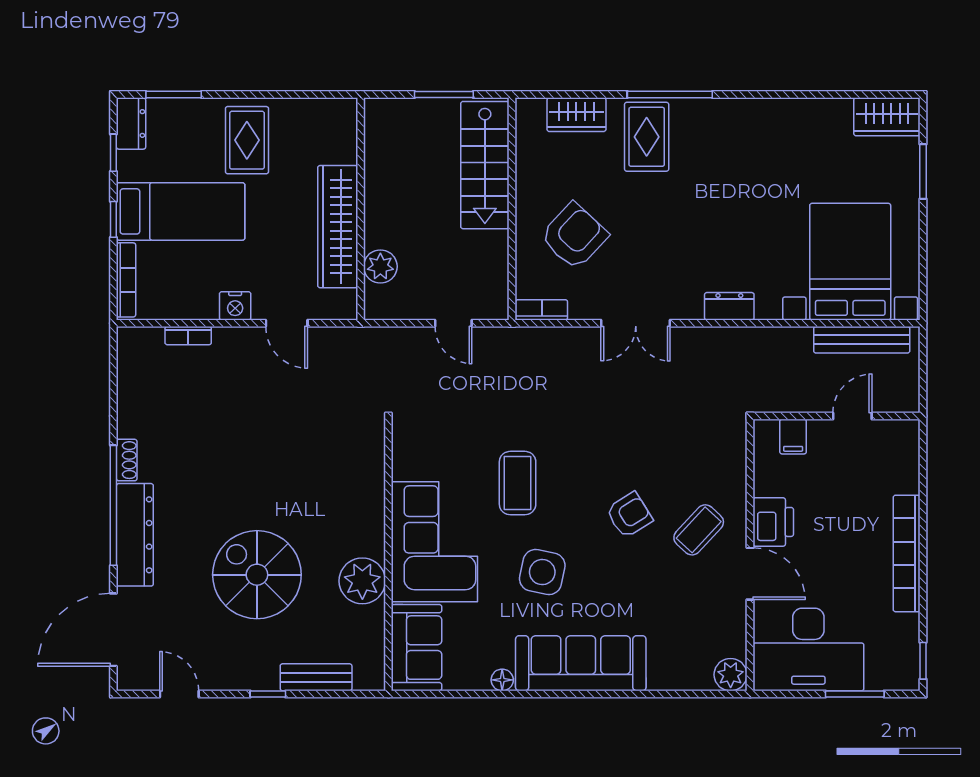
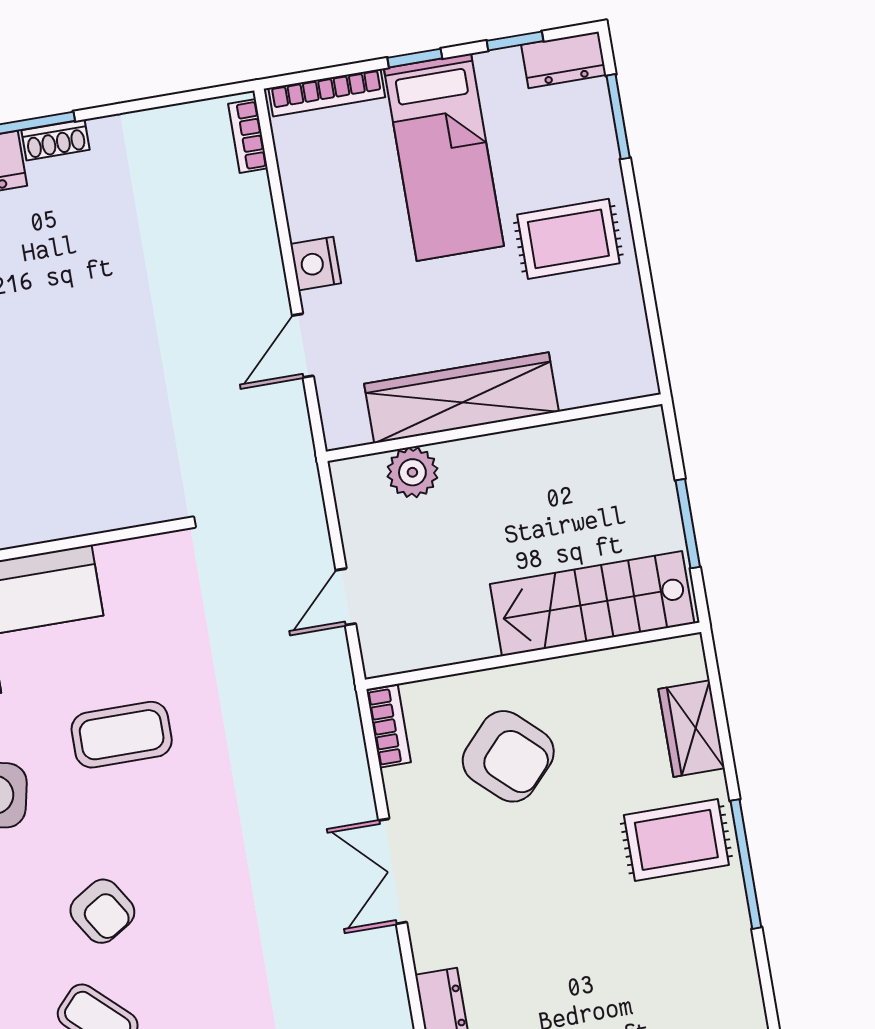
bookcase: (188, 336) -> (248, 136), moved

